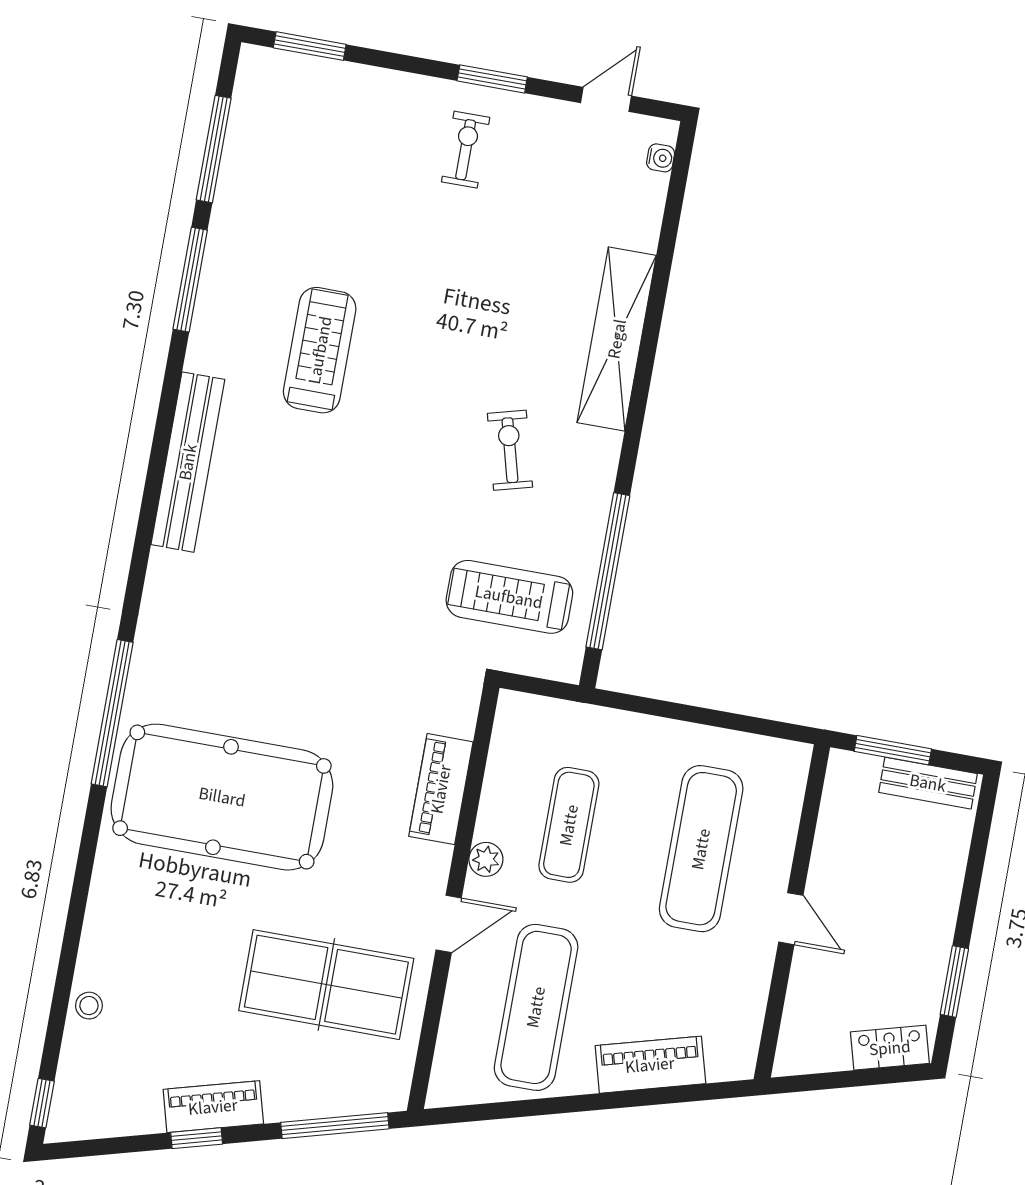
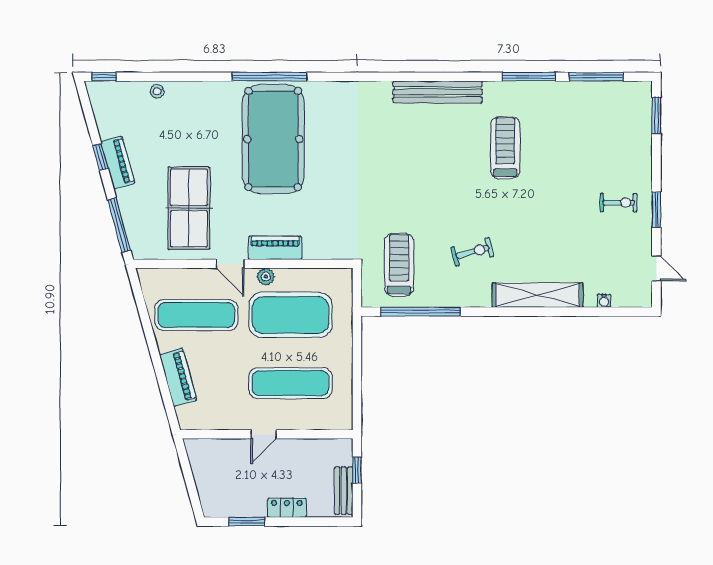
water cooler: (661, 158) -> (604, 301), moved
treadmill: (320, 350) -> (505, 148), turned -90
window: (112, 713) -> (269, 77), moved
window: (893, 750) -> (357, 470), width x0.67
piano: (441, 789) -> (275, 248), moved
exercise mat: (569, 825) -> (290, 315), width x2.00, depth x1.45
locker: (890, 1048) -> (287, 508), moved, turned -75

